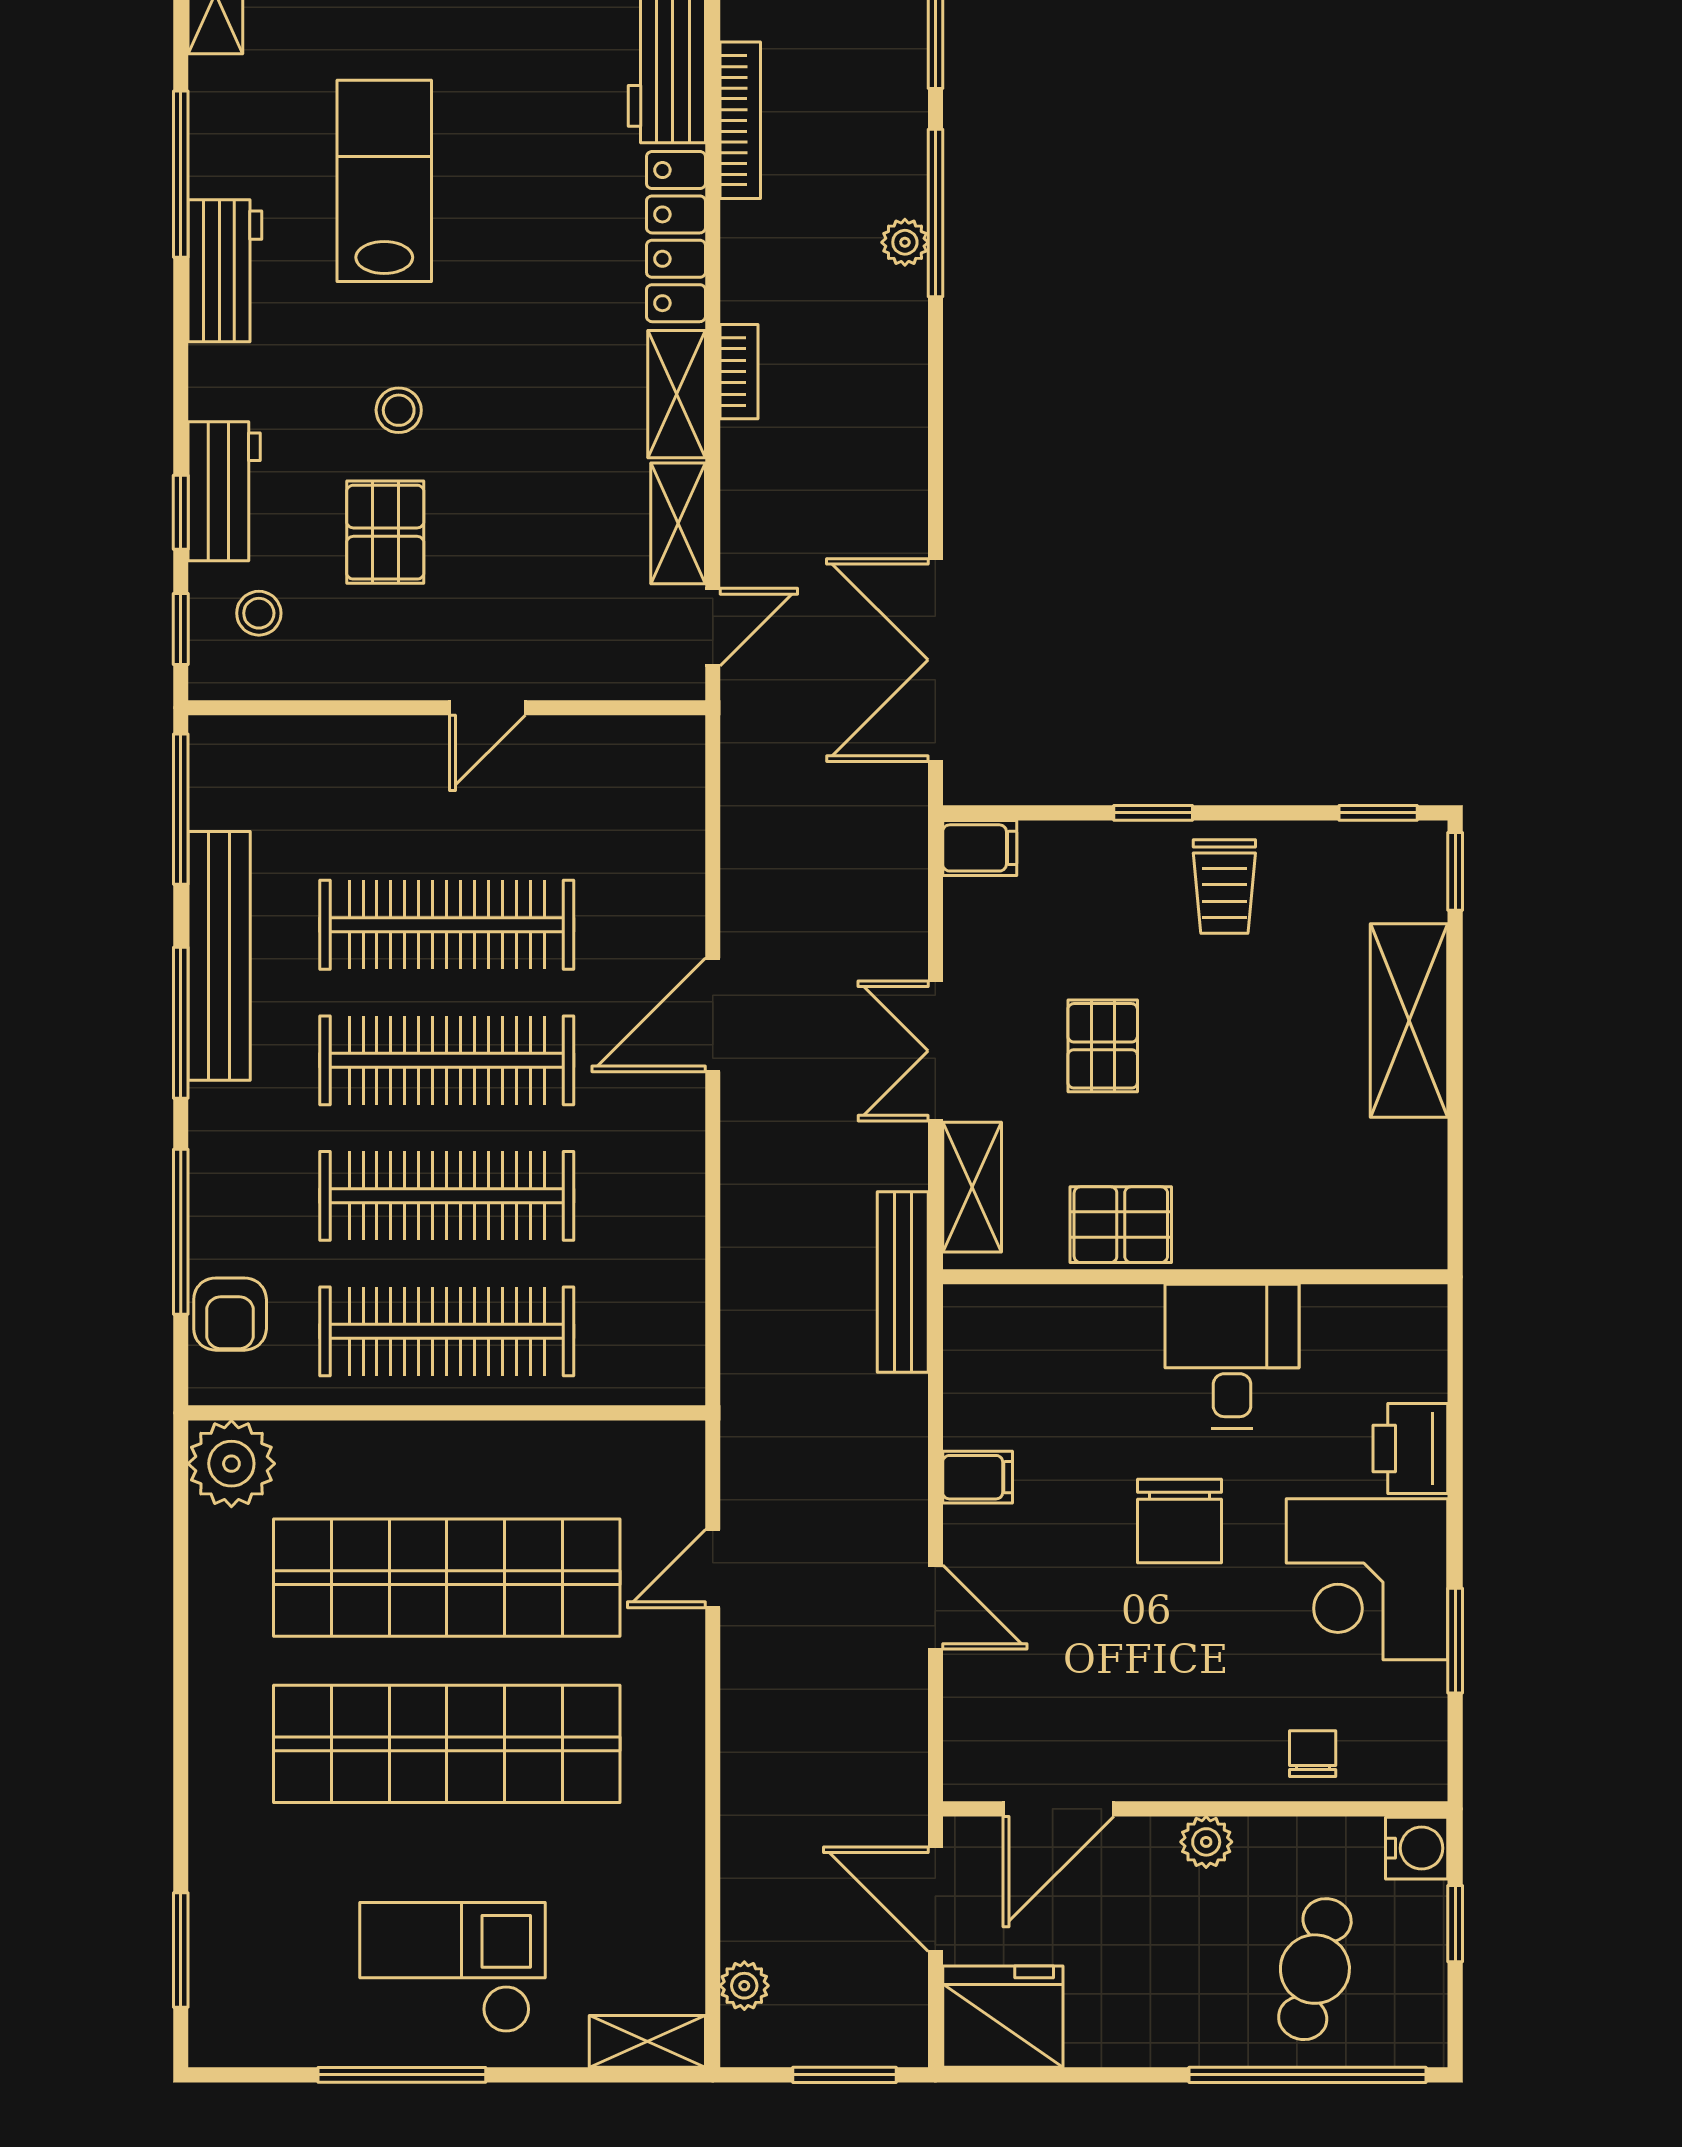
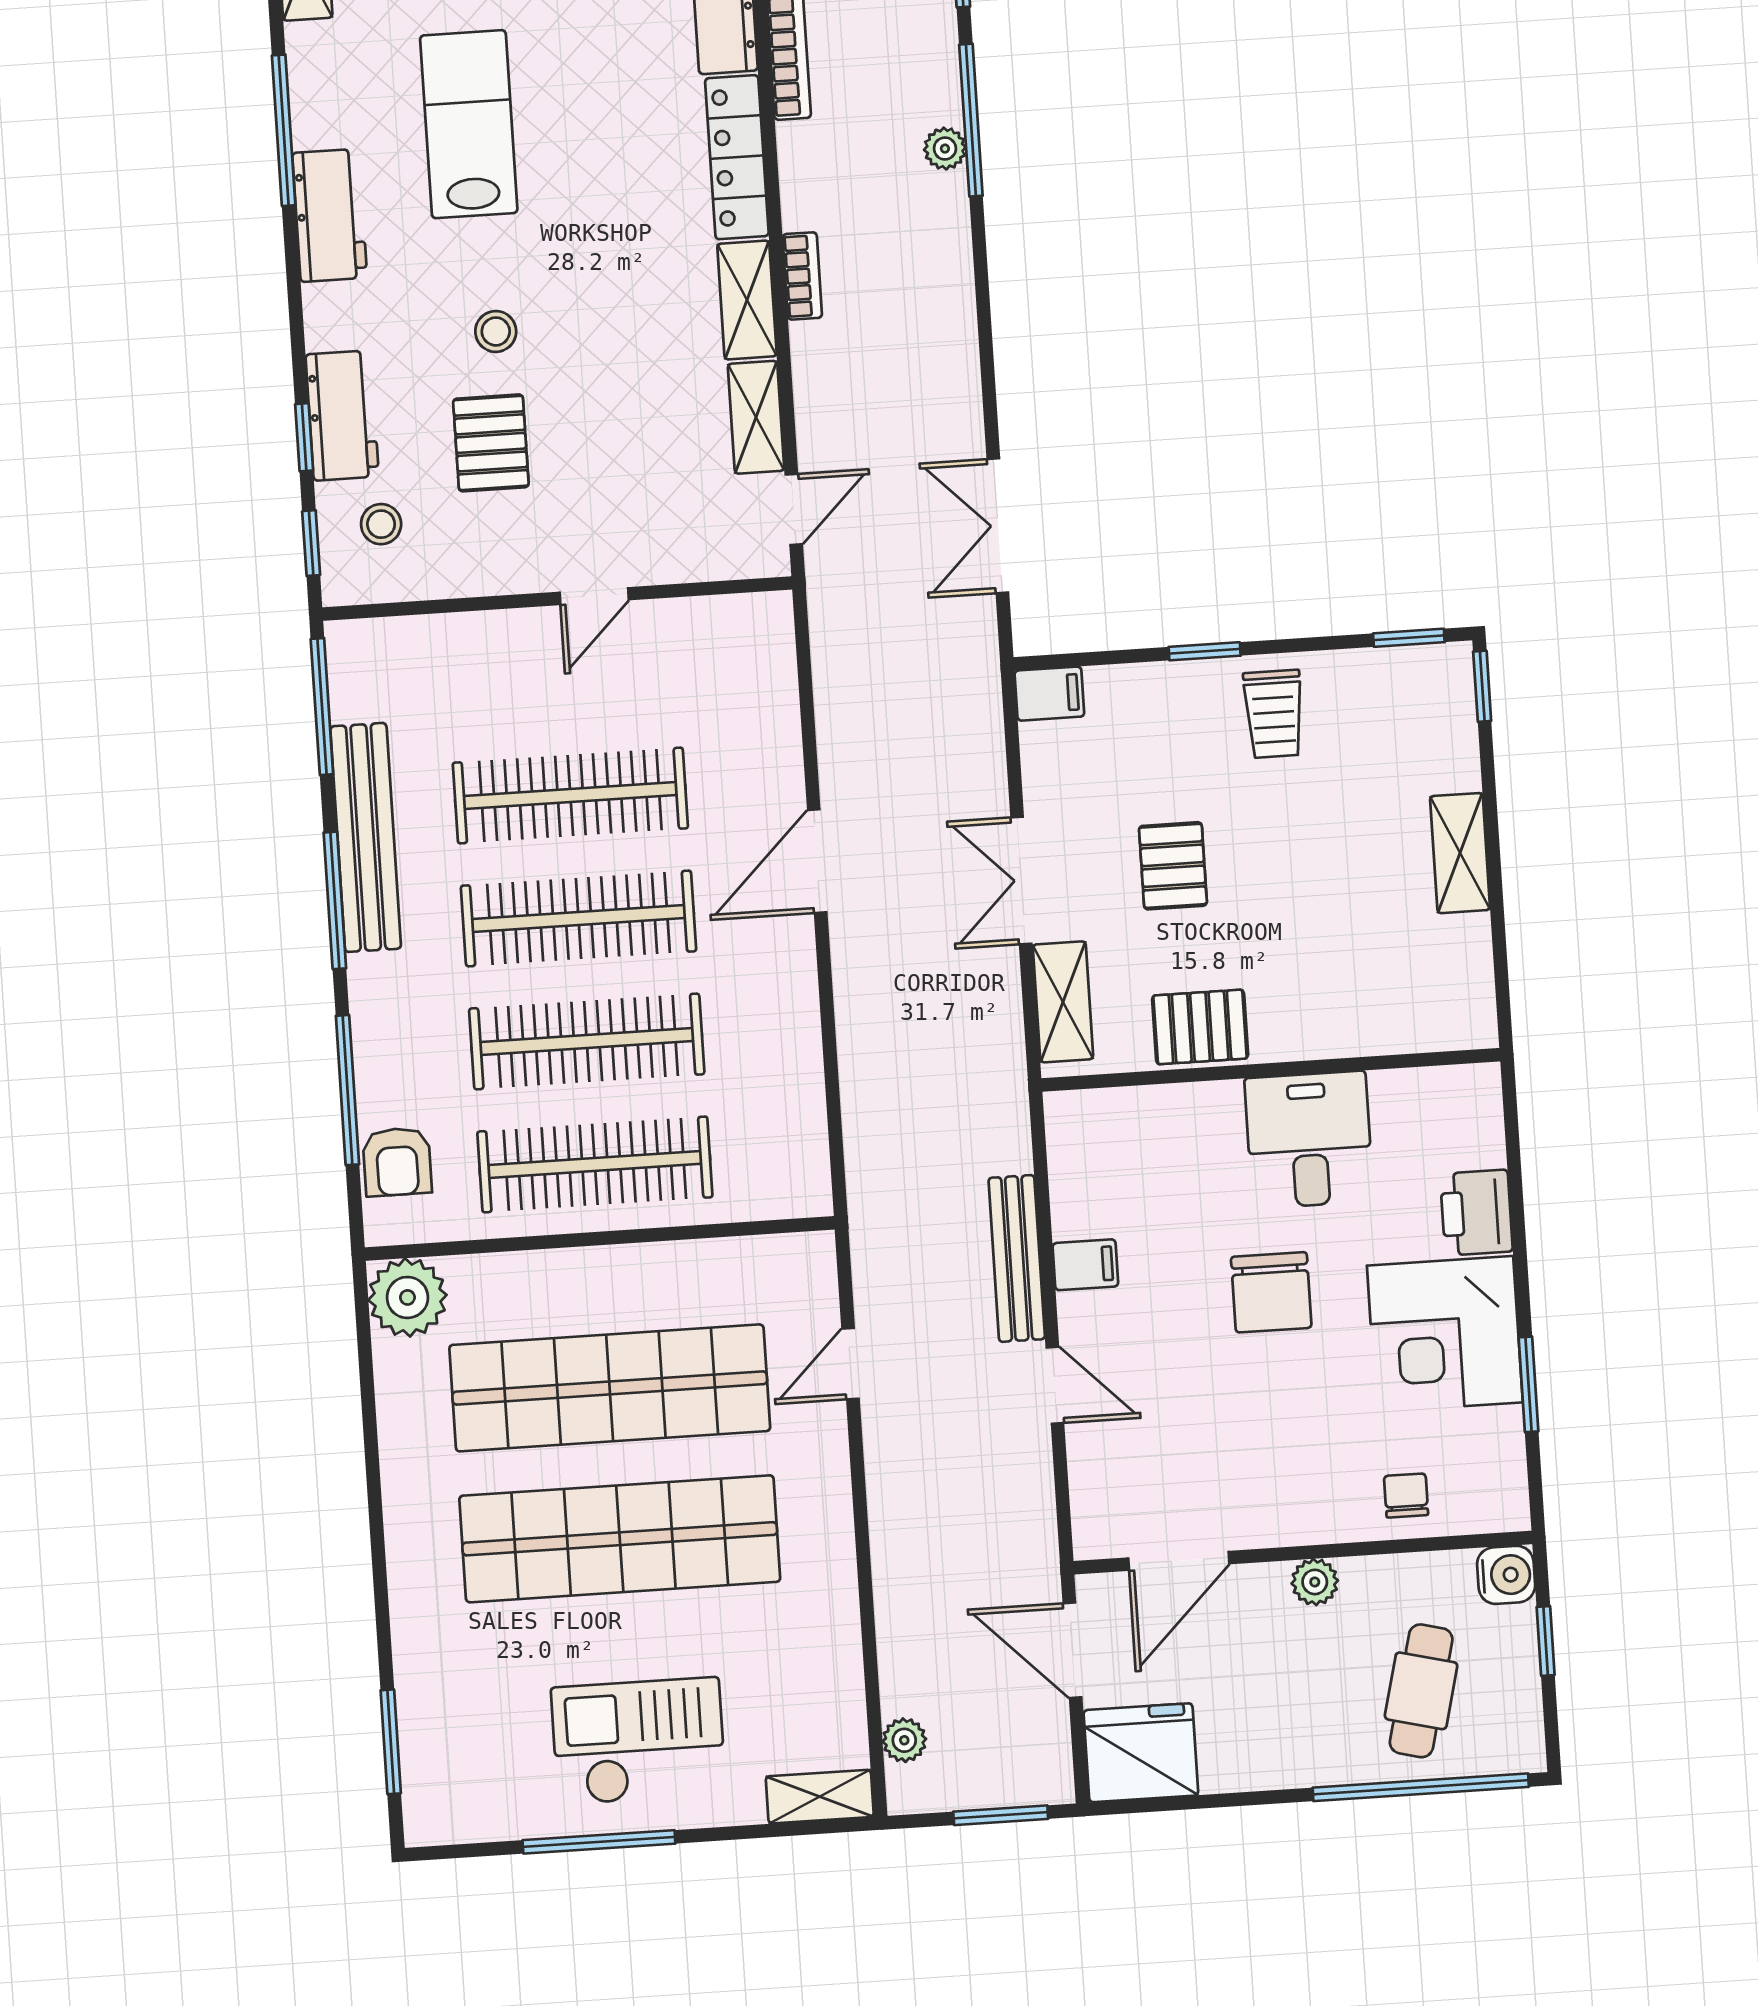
double door: (935, 660) -> (998, 526), width x0.73
shelving: (1409, 1020) -> (1460, 853), width x0.67, depth x0.75
bench: (903, 1282) -> (1017, 1258), moved

